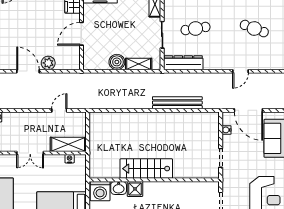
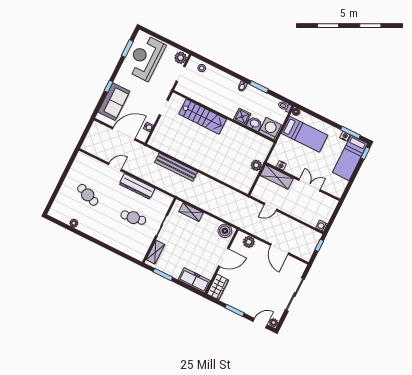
boiler: (117, 62) -> (225, 231), moved
plant: (48, 63) -> (249, 242), moved
dresser: (183, 63) -> (137, 186), moved
door: (248, 110) -> (124, 134), hinge flipped
plant: (95, 146) -> (256, 165), added
stairs: (146, 169) -> (203, 117), moved

